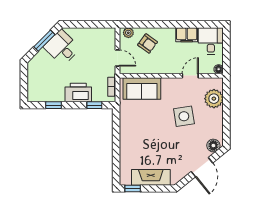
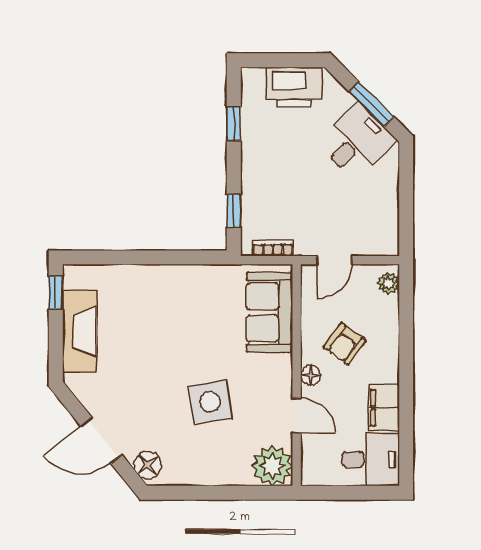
armchair: (148, 43) -> (345, 344), moved
floor lamp: (219, 69) -> (311, 375), moved
printer: (78, 93) -> (294, 87), moved, turned 90
plant: (214, 99) -> (272, 466), moved

